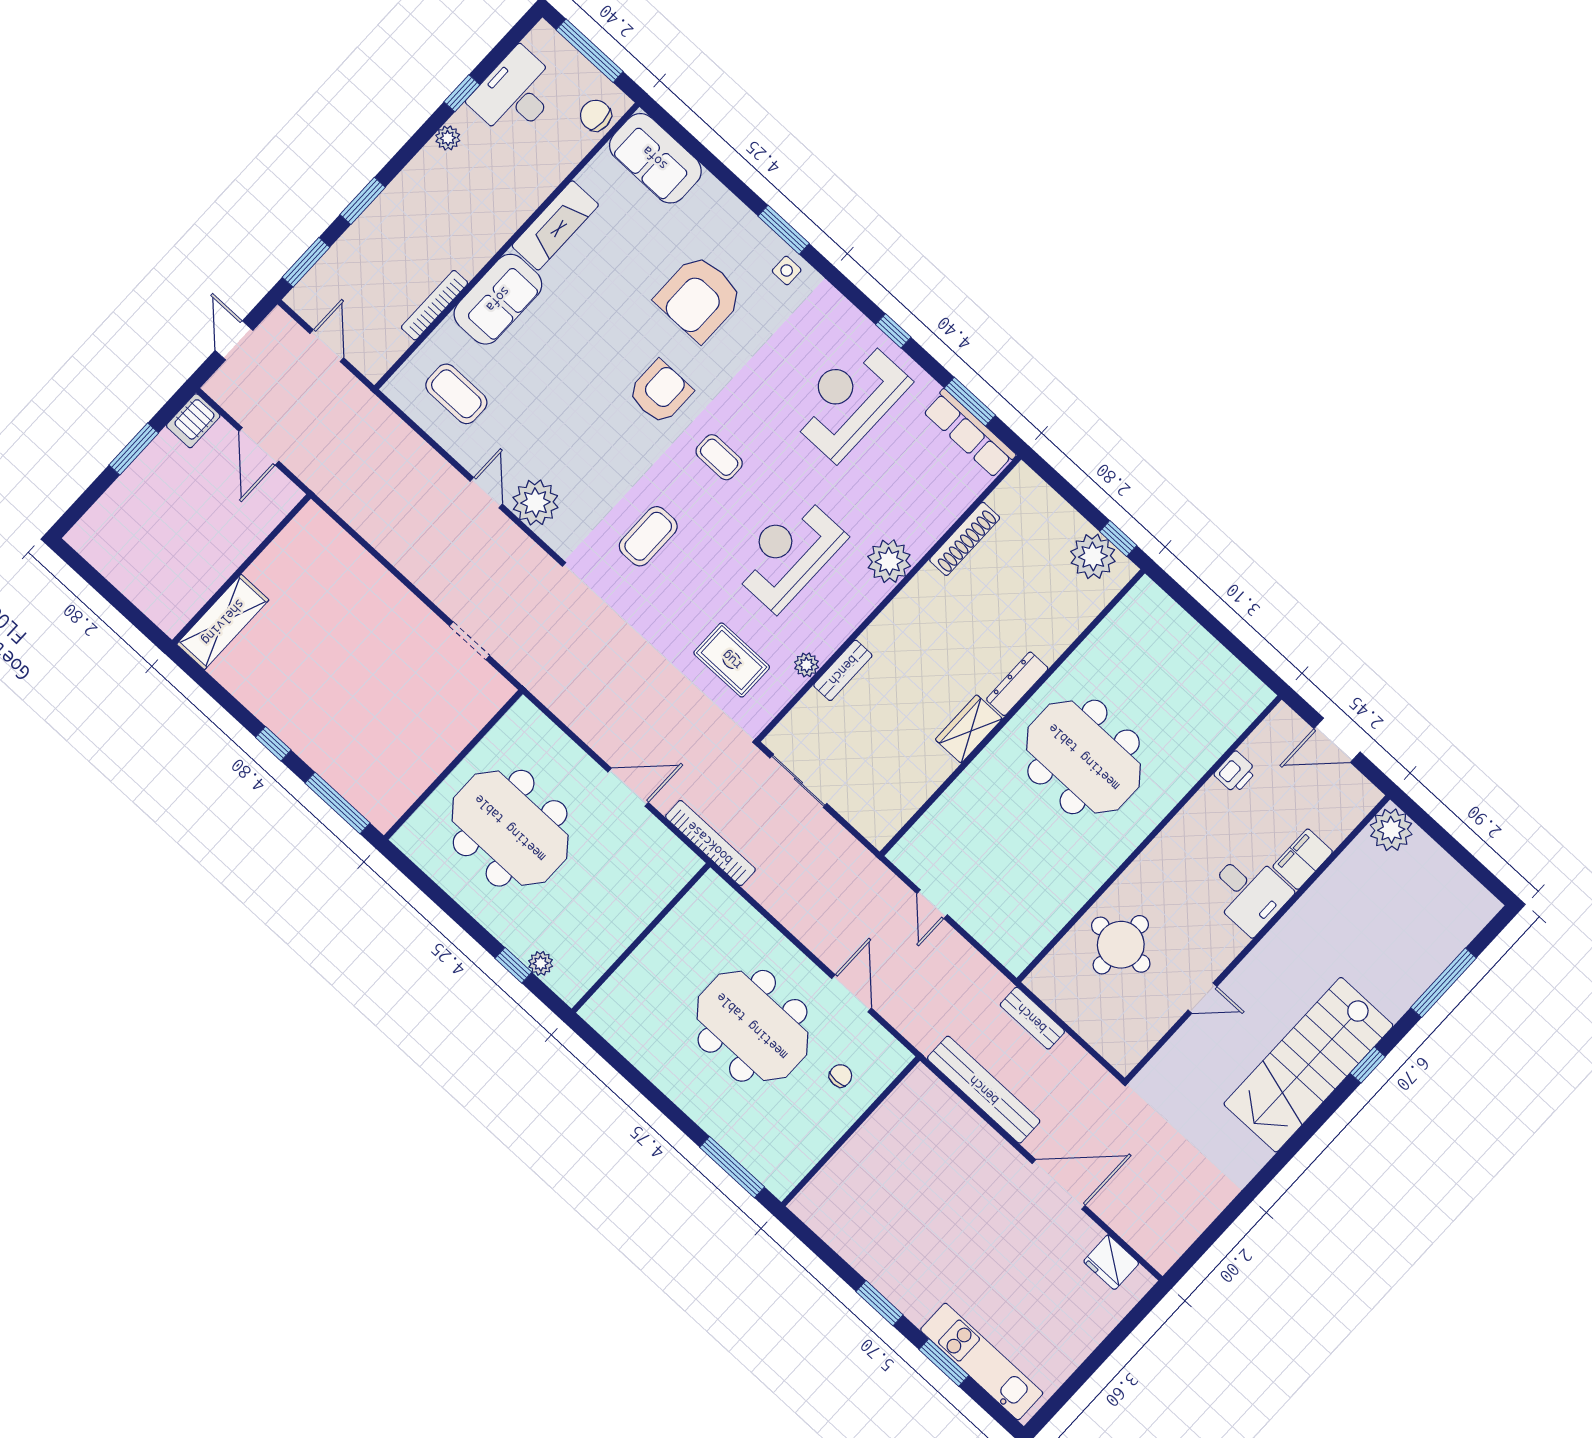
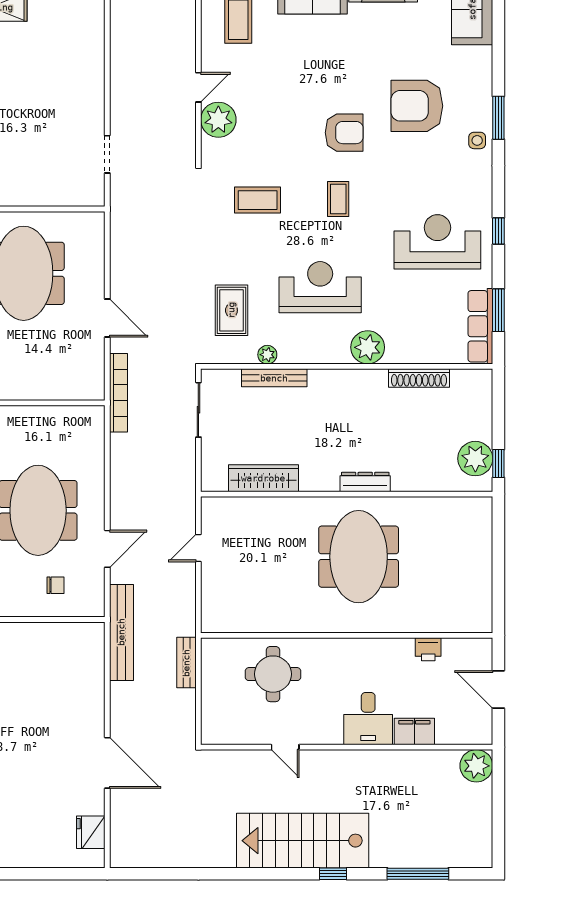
bench: (843, 670) -> (274, 378), width x1.36
wardrobe: (969, 729) -> (263, 478), moved, width x1.50
bench: (984, 1090) -> (121, 632), moved

